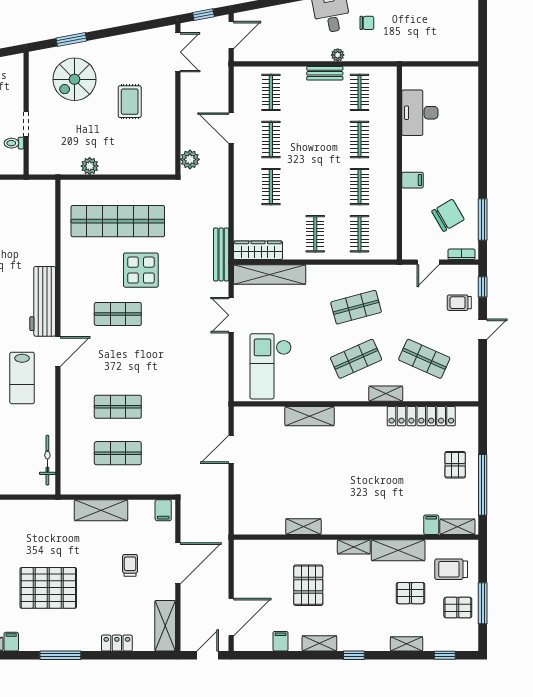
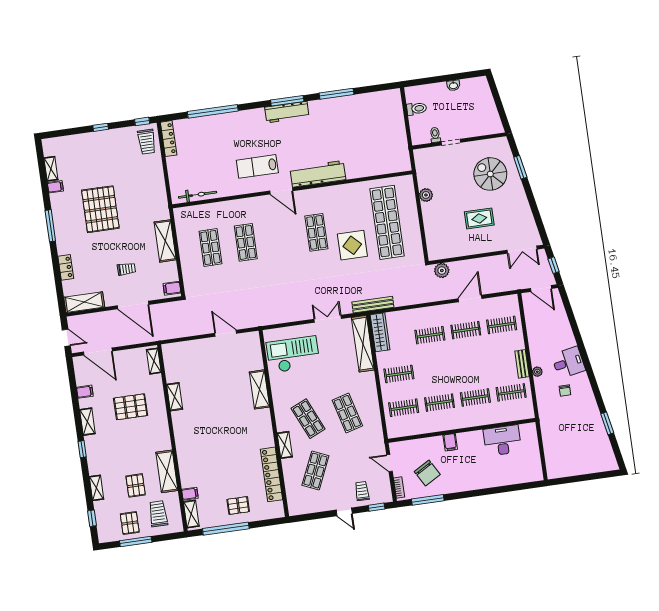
shelving: (354, 547) -> (154, 361), moved

